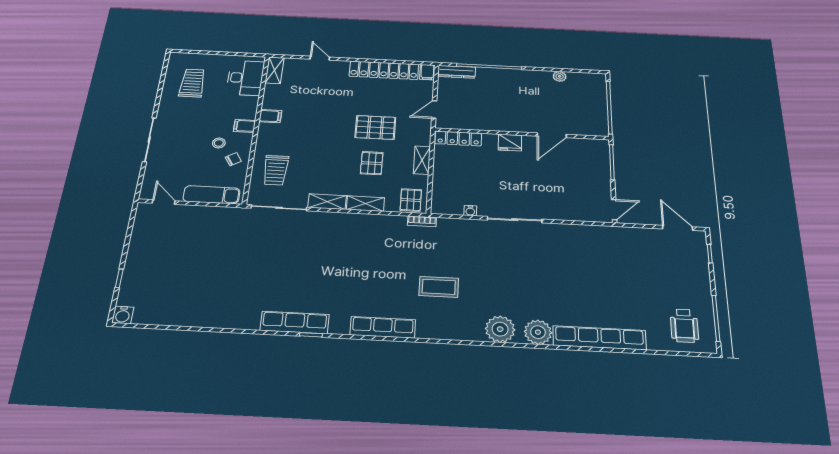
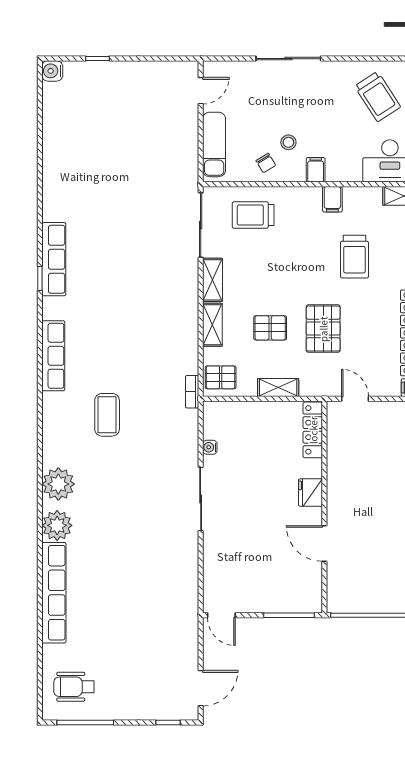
trolley: (192, 83) -> (378, 97), turned 57
trolley: (319, 104) -> (354, 257), added

